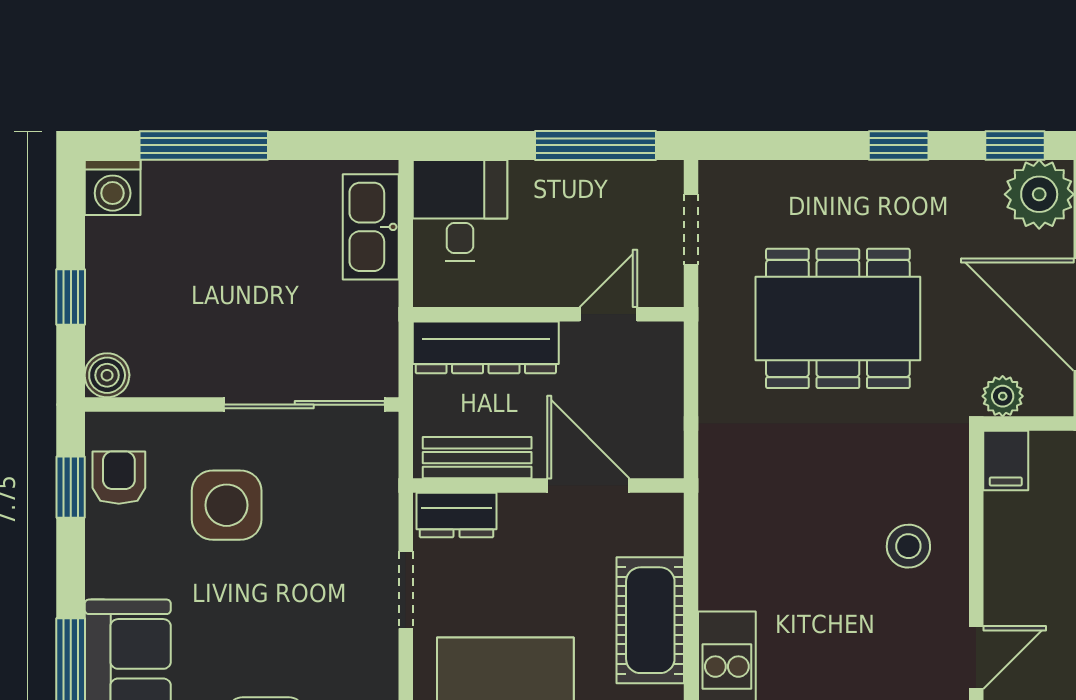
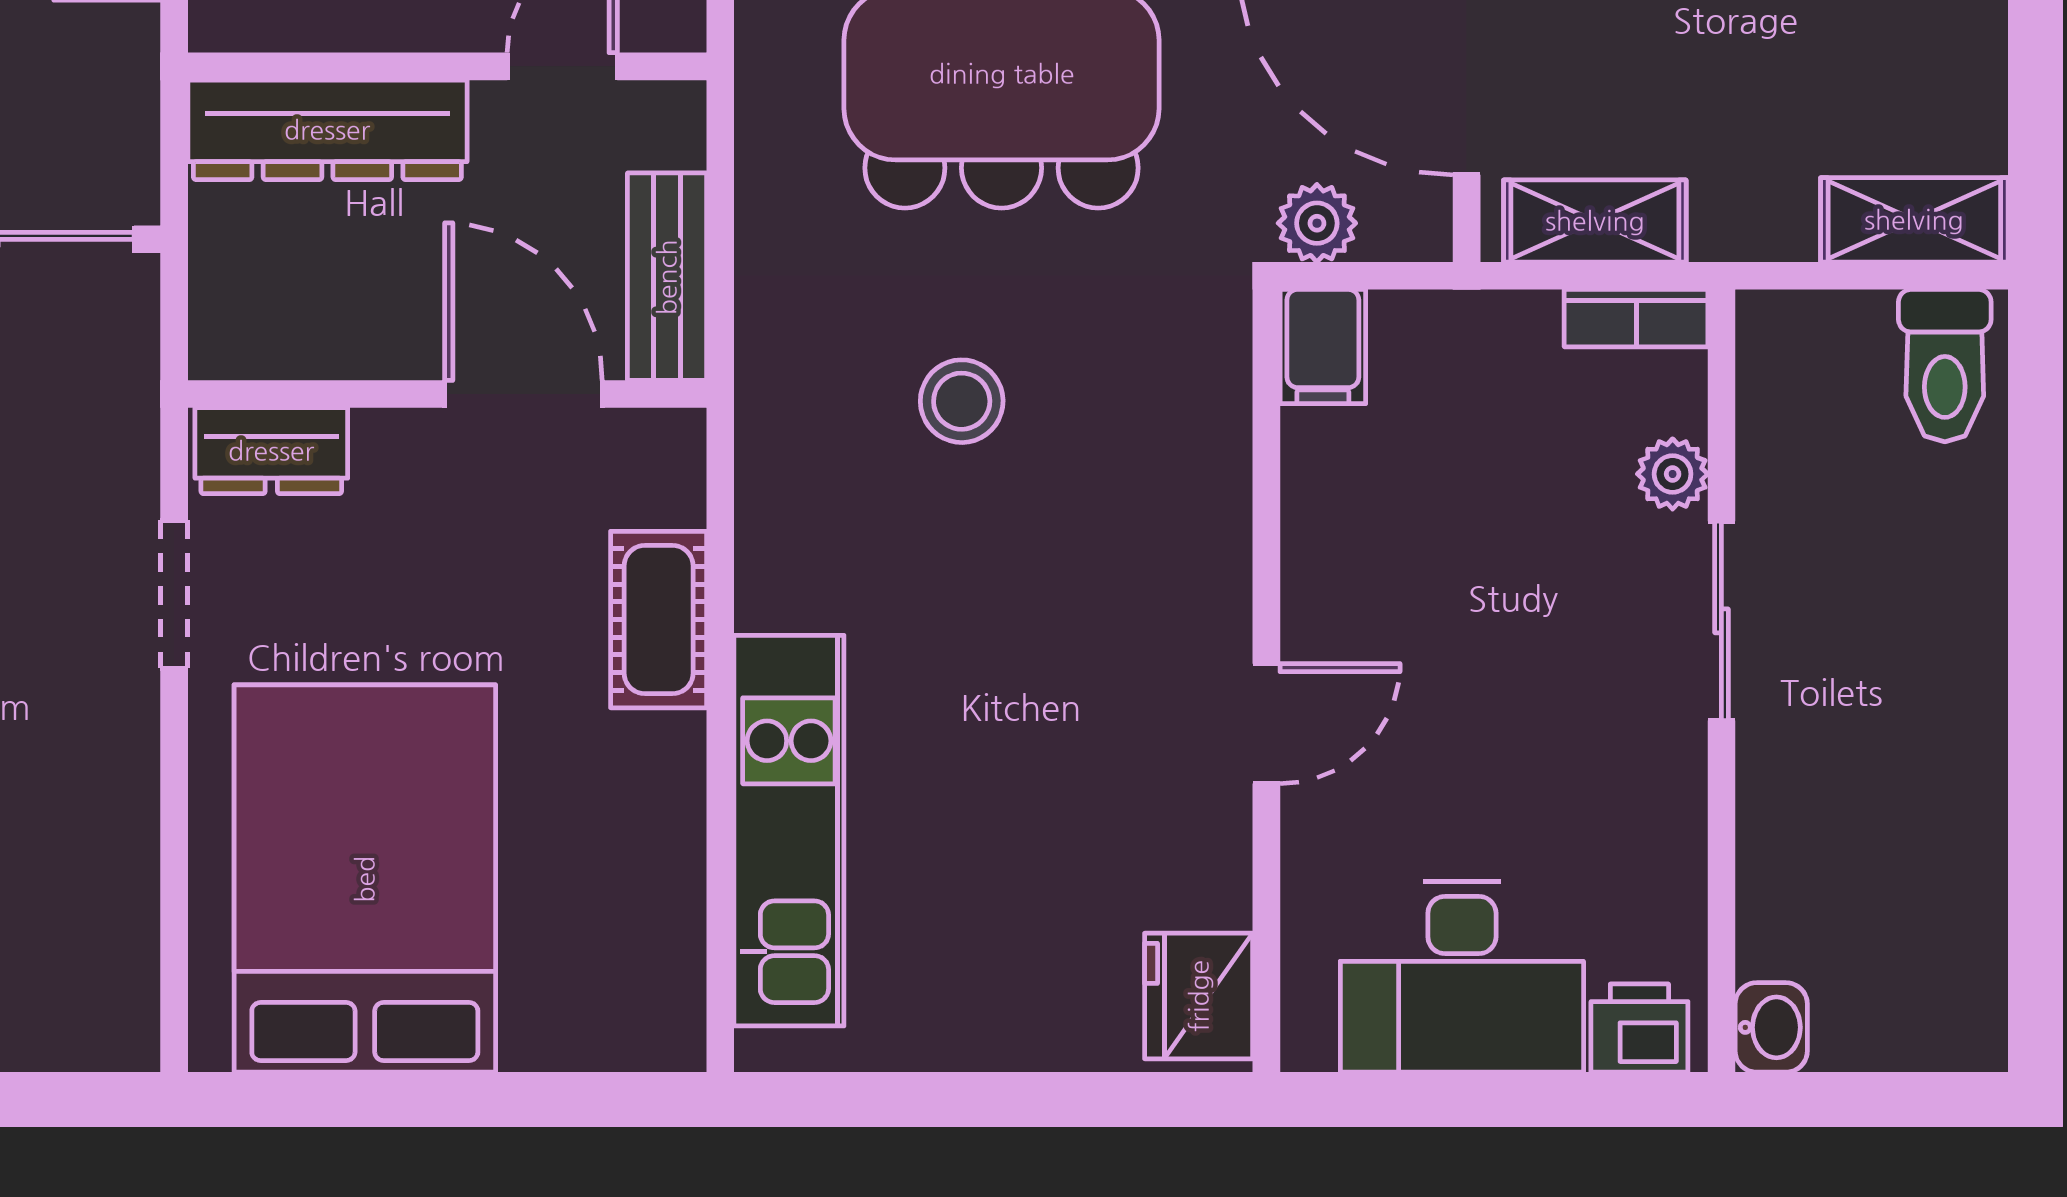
bench: (477, 458) -> (667, 277), moved, turned 90
stool: (908, 546) -> (962, 401), moved
cot: (650, 620) -> (659, 620), width x0.73, depth x0.75

